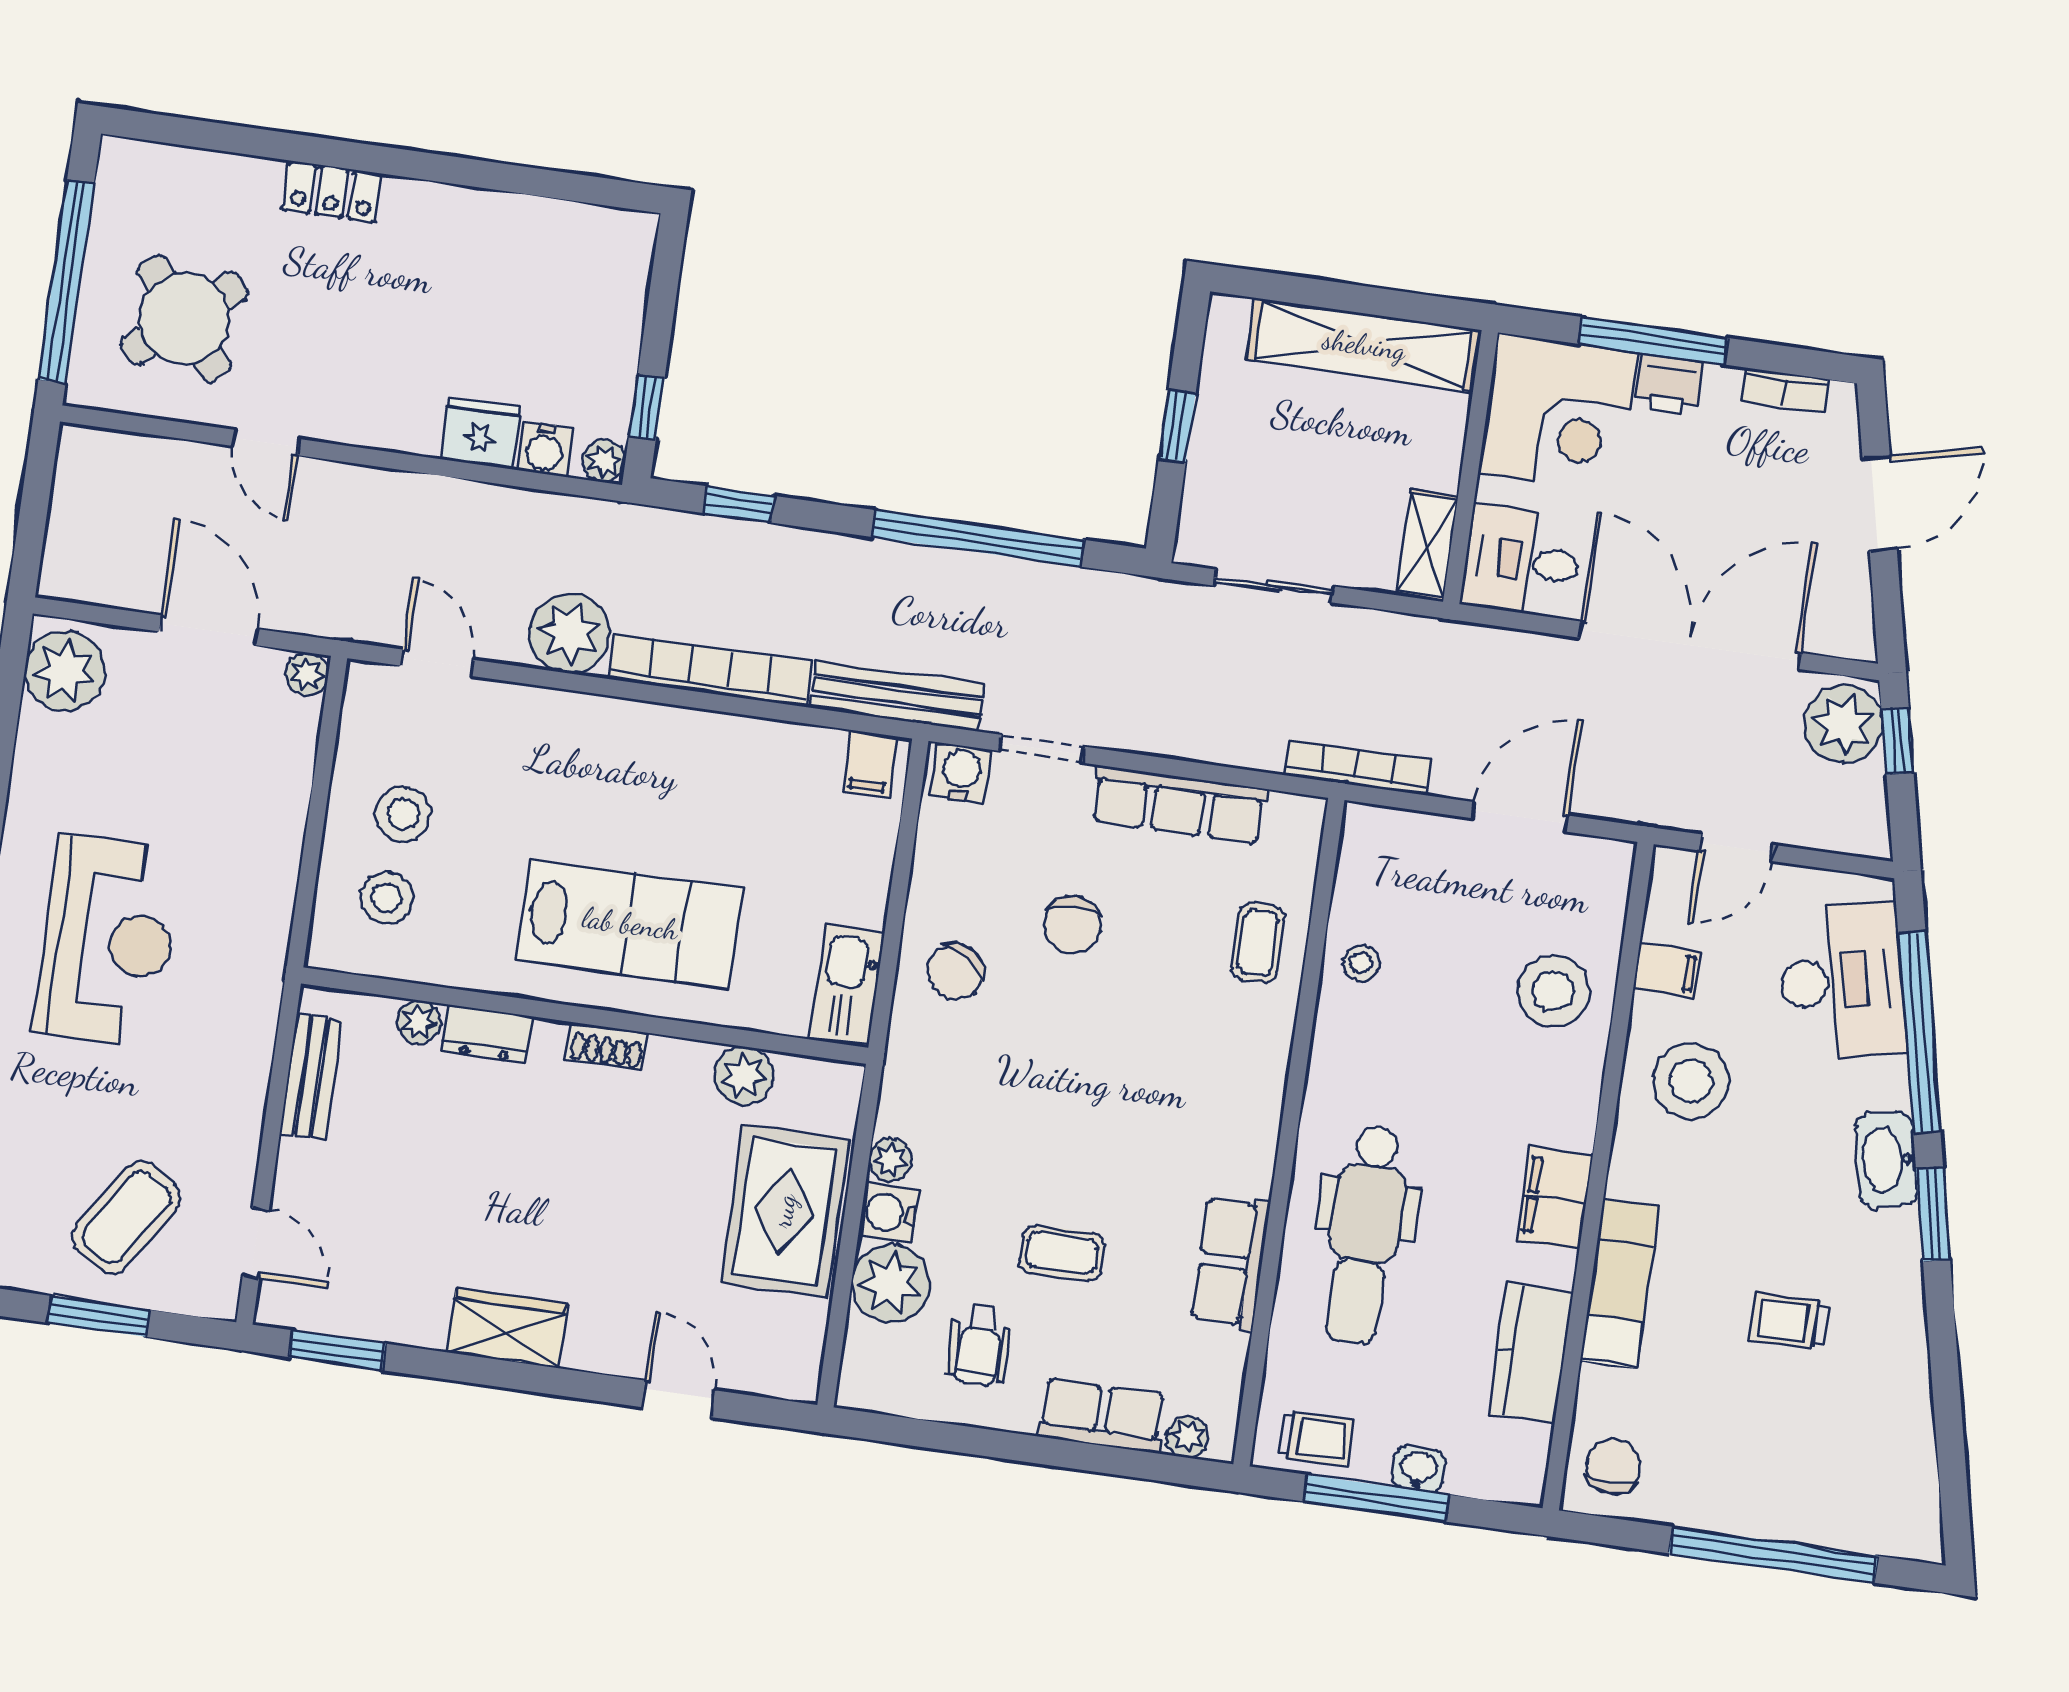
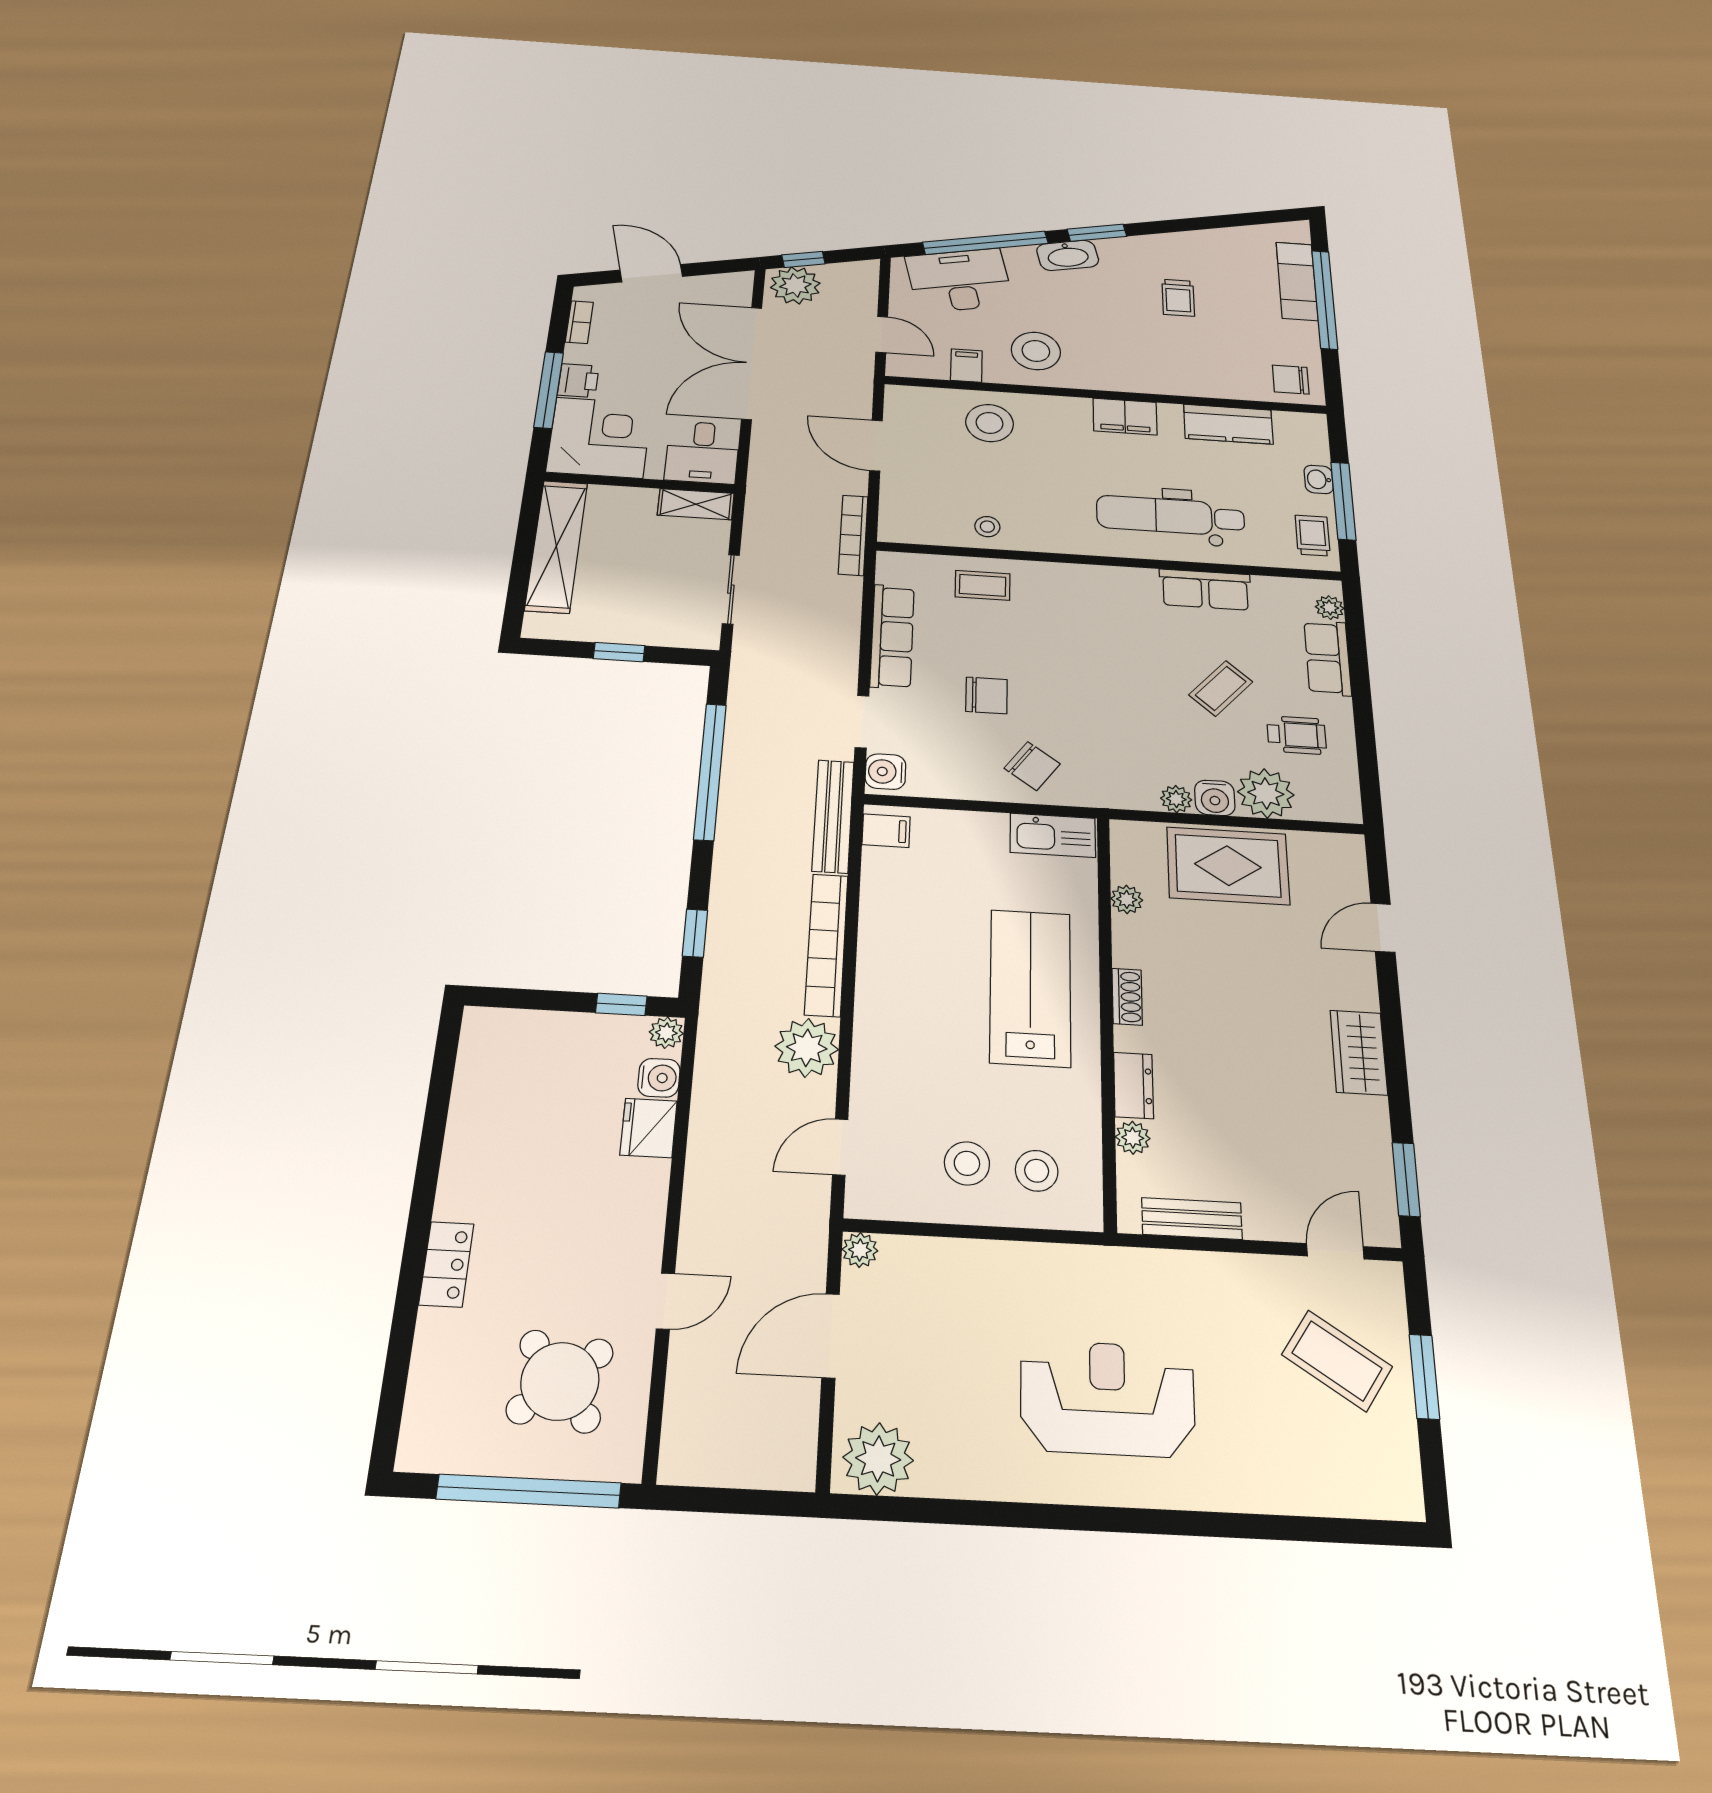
plant: (744, 1076) -> (1127, 899), width x0.73, depth x0.73
dental chair: (1365, 1235) -> (1171, 516), turned 180
coffee table: (1062, 1253) -> (1221, 688), turned 42
exam couch: (1620, 1283) -> (1297, 281), moved, turned -90

